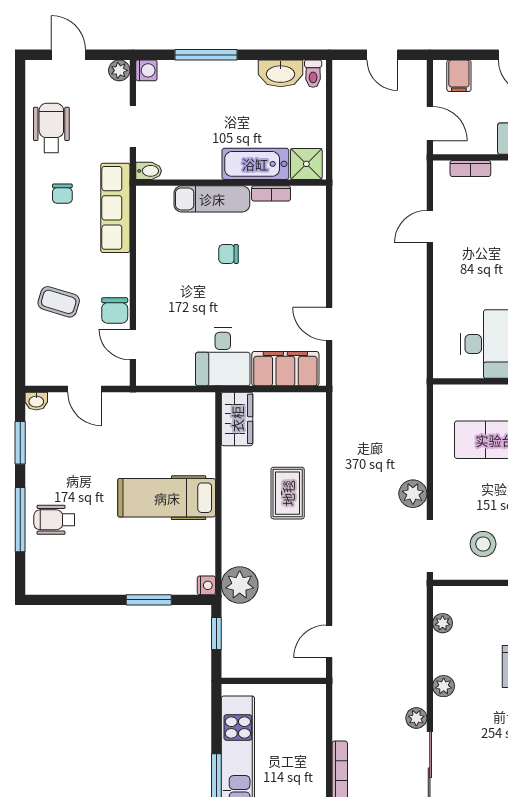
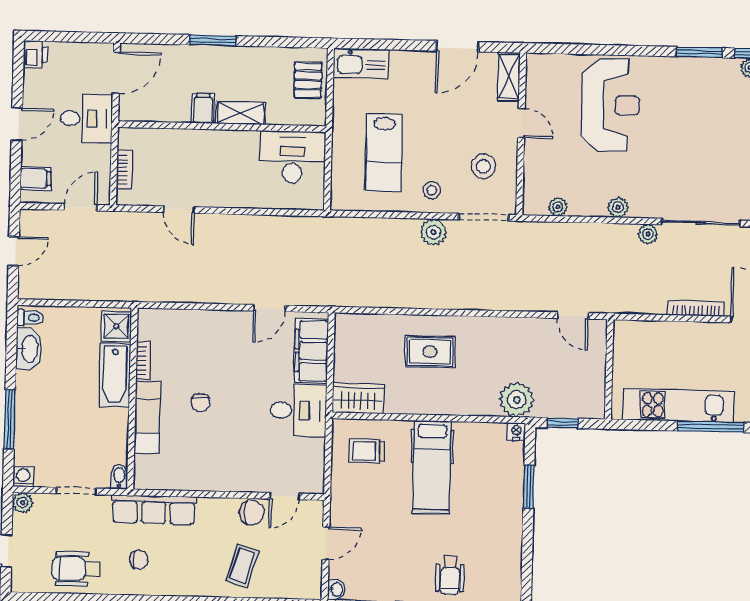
trolley: (182, 429) -> (367, 451), added
stool: (457, 491) -> (432, 190), added

